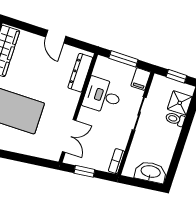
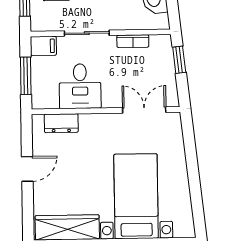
dresser: (80, 73) -> (61, 123), width x0.70
bookcase: (116, 161) -> (133, 41), moved
window: (84, 171) -> (179, 60), moved

